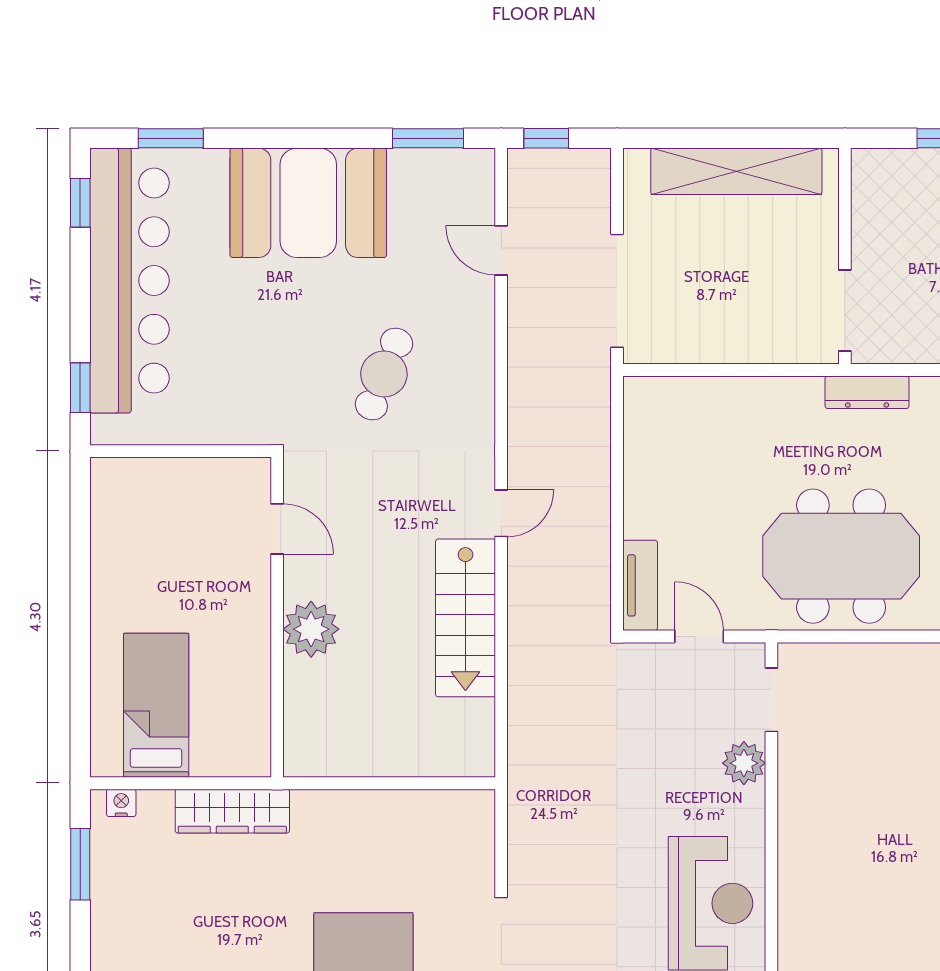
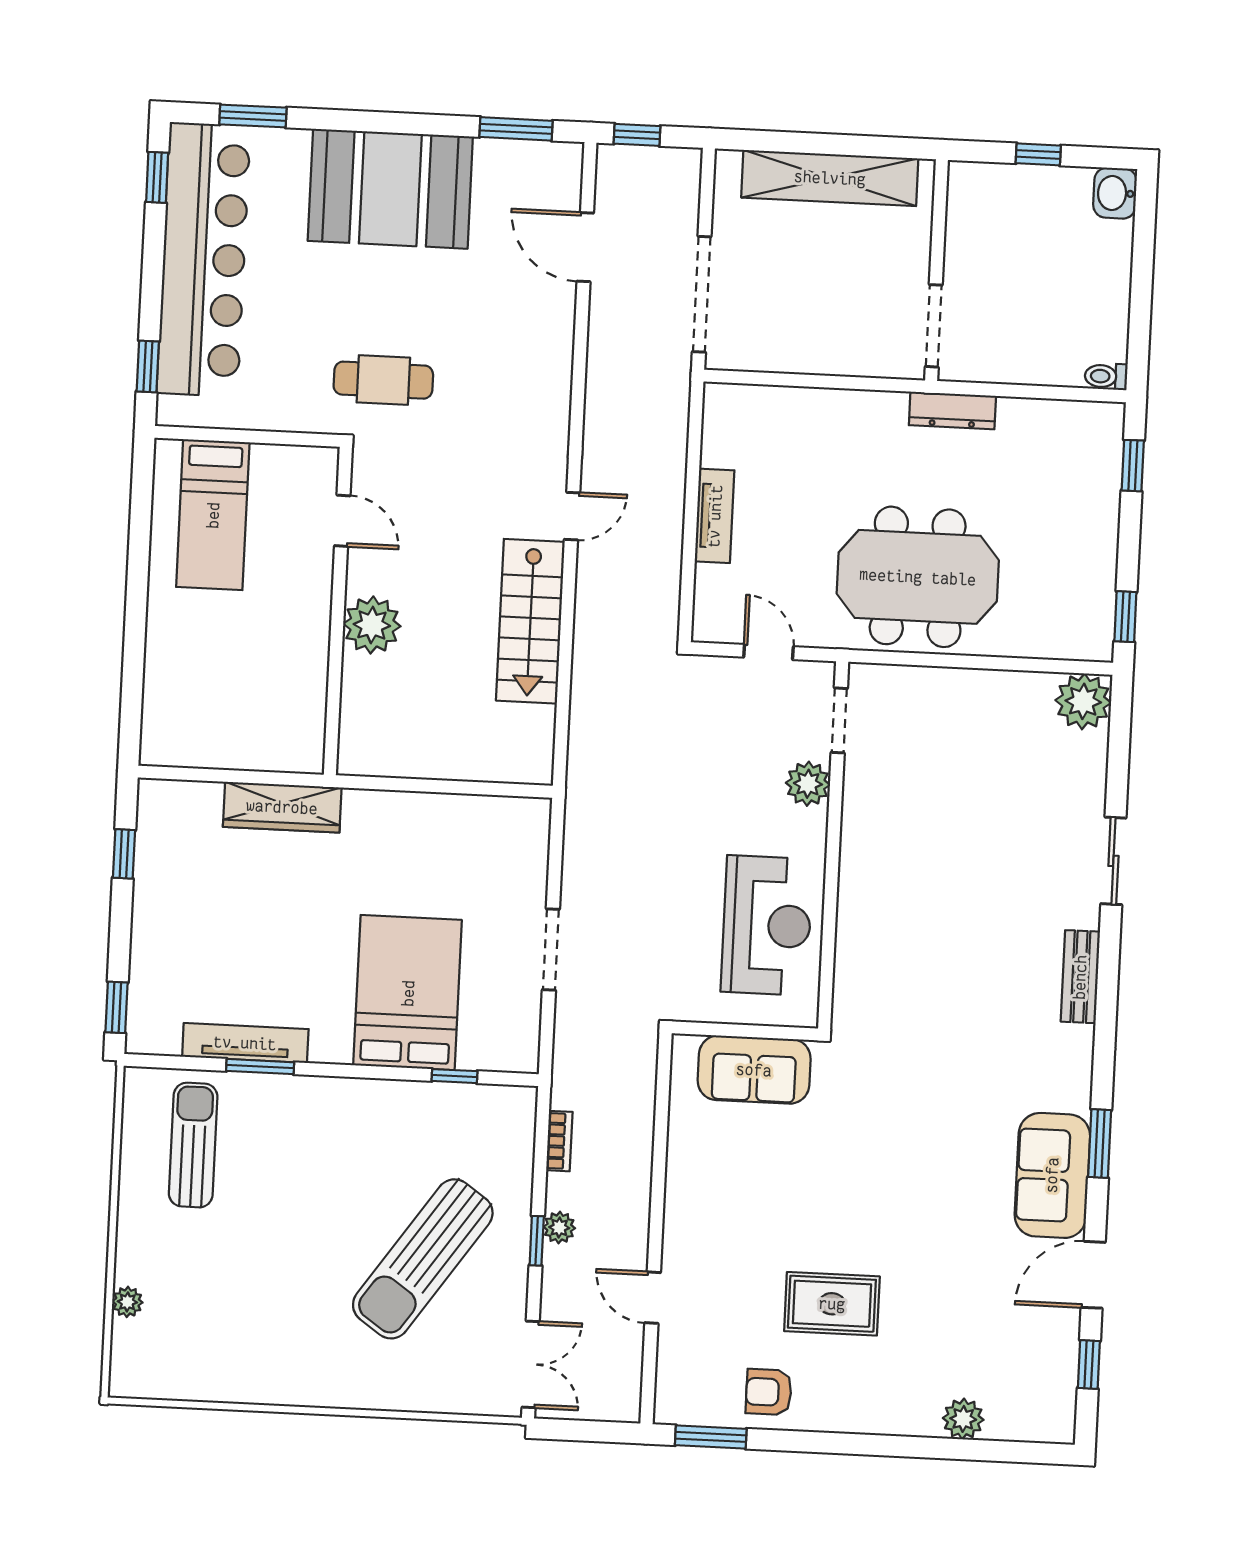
door: (501, 250) -> (585, 247), width x1.38
cafe table: (384, 374) -> (383, 380), moved, turned 68
tv unit: (640, 585) -> (715, 516), moved
bed: (156, 705) -> (213, 515), moved, turned 180
nightstand: (121, 803) -> (169, 793), removed
window: (80, 864) -> (124, 854), width x0.67

